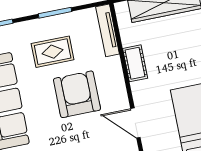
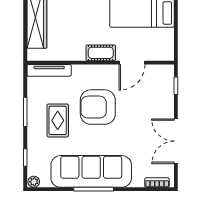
cot: (135, 63) -> (101, 53), moved

